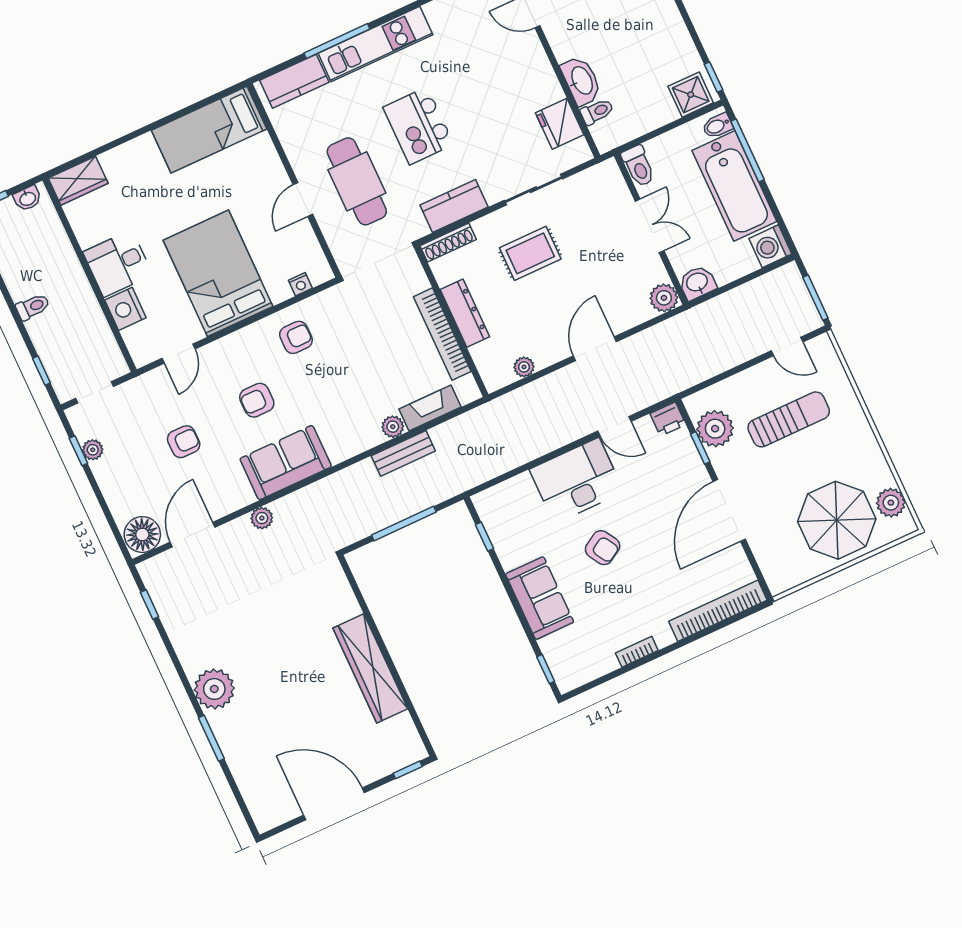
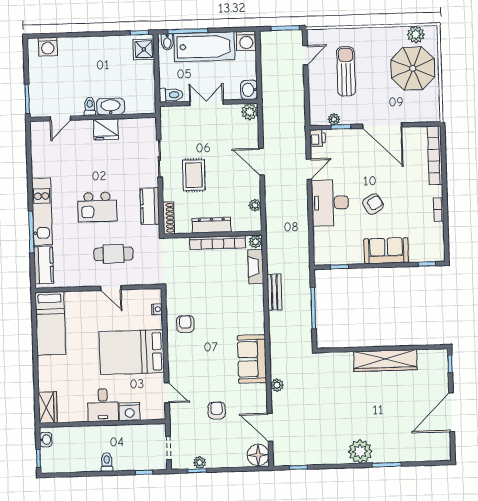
toilet: (597, 112) -> (90, 106), moved
fridge: (560, 124) -> (106, 129), moved
cafe table: (357, 181) -> (113, 254), width x0.73, depth x0.74
armchair: (257, 400) -> (211, 360), removed
plant: (393, 427) -> (256, 242), moved
plant: (715, 429) -> (334, 119), width x0.53, depth x0.53

